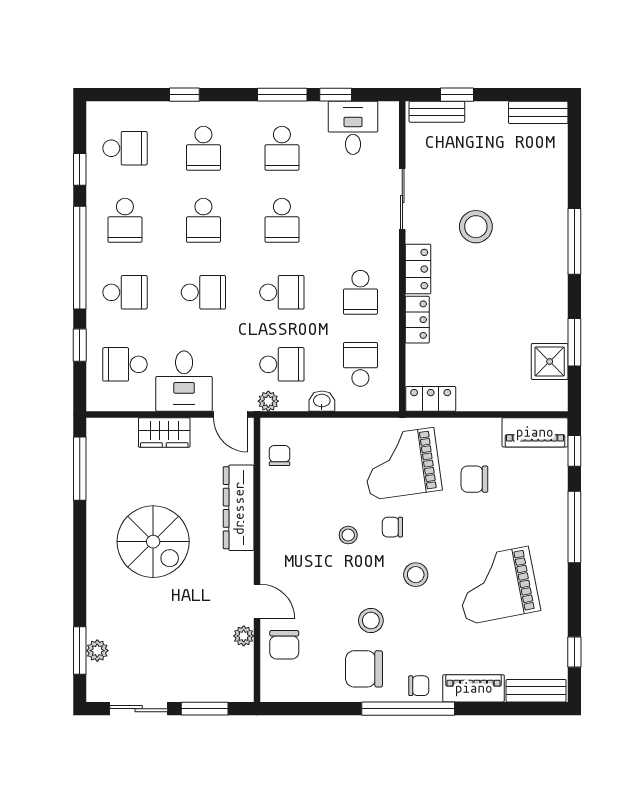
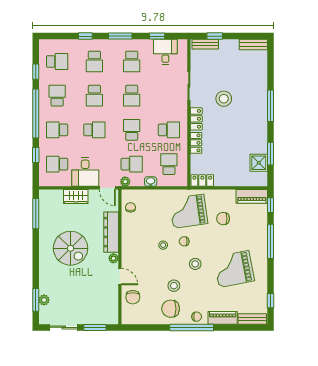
window: (282, 95) -> (120, 36), moved
school desk: (125, 220) -> (57, 96), turned 180
school desk: (125, 292) -> (57, 130), turned 180
school desk: (282, 292) -> (132, 130), turned -90
school desk: (360, 292) -> (169, 130), turned -90
plant: (244, 636) -> (113, 258), moved

